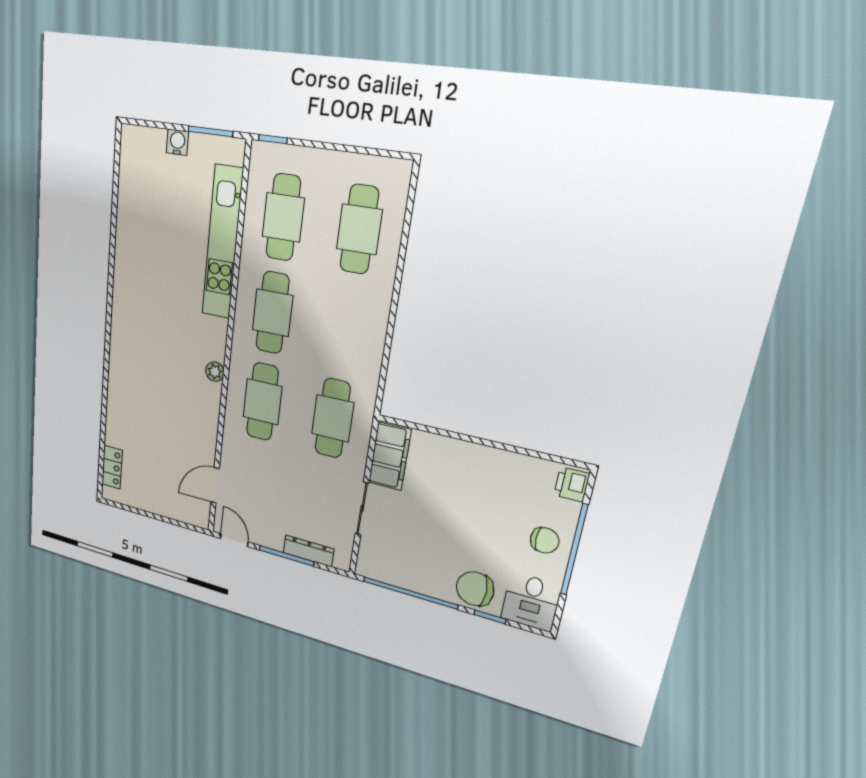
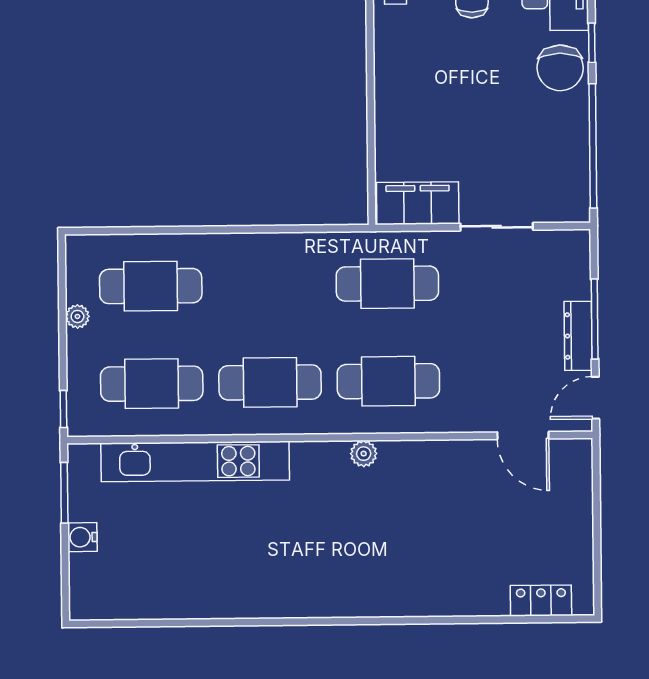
plant: (344, 162) -> (77, 316), added
dresser: (308, 551) -> (578, 336), moved

